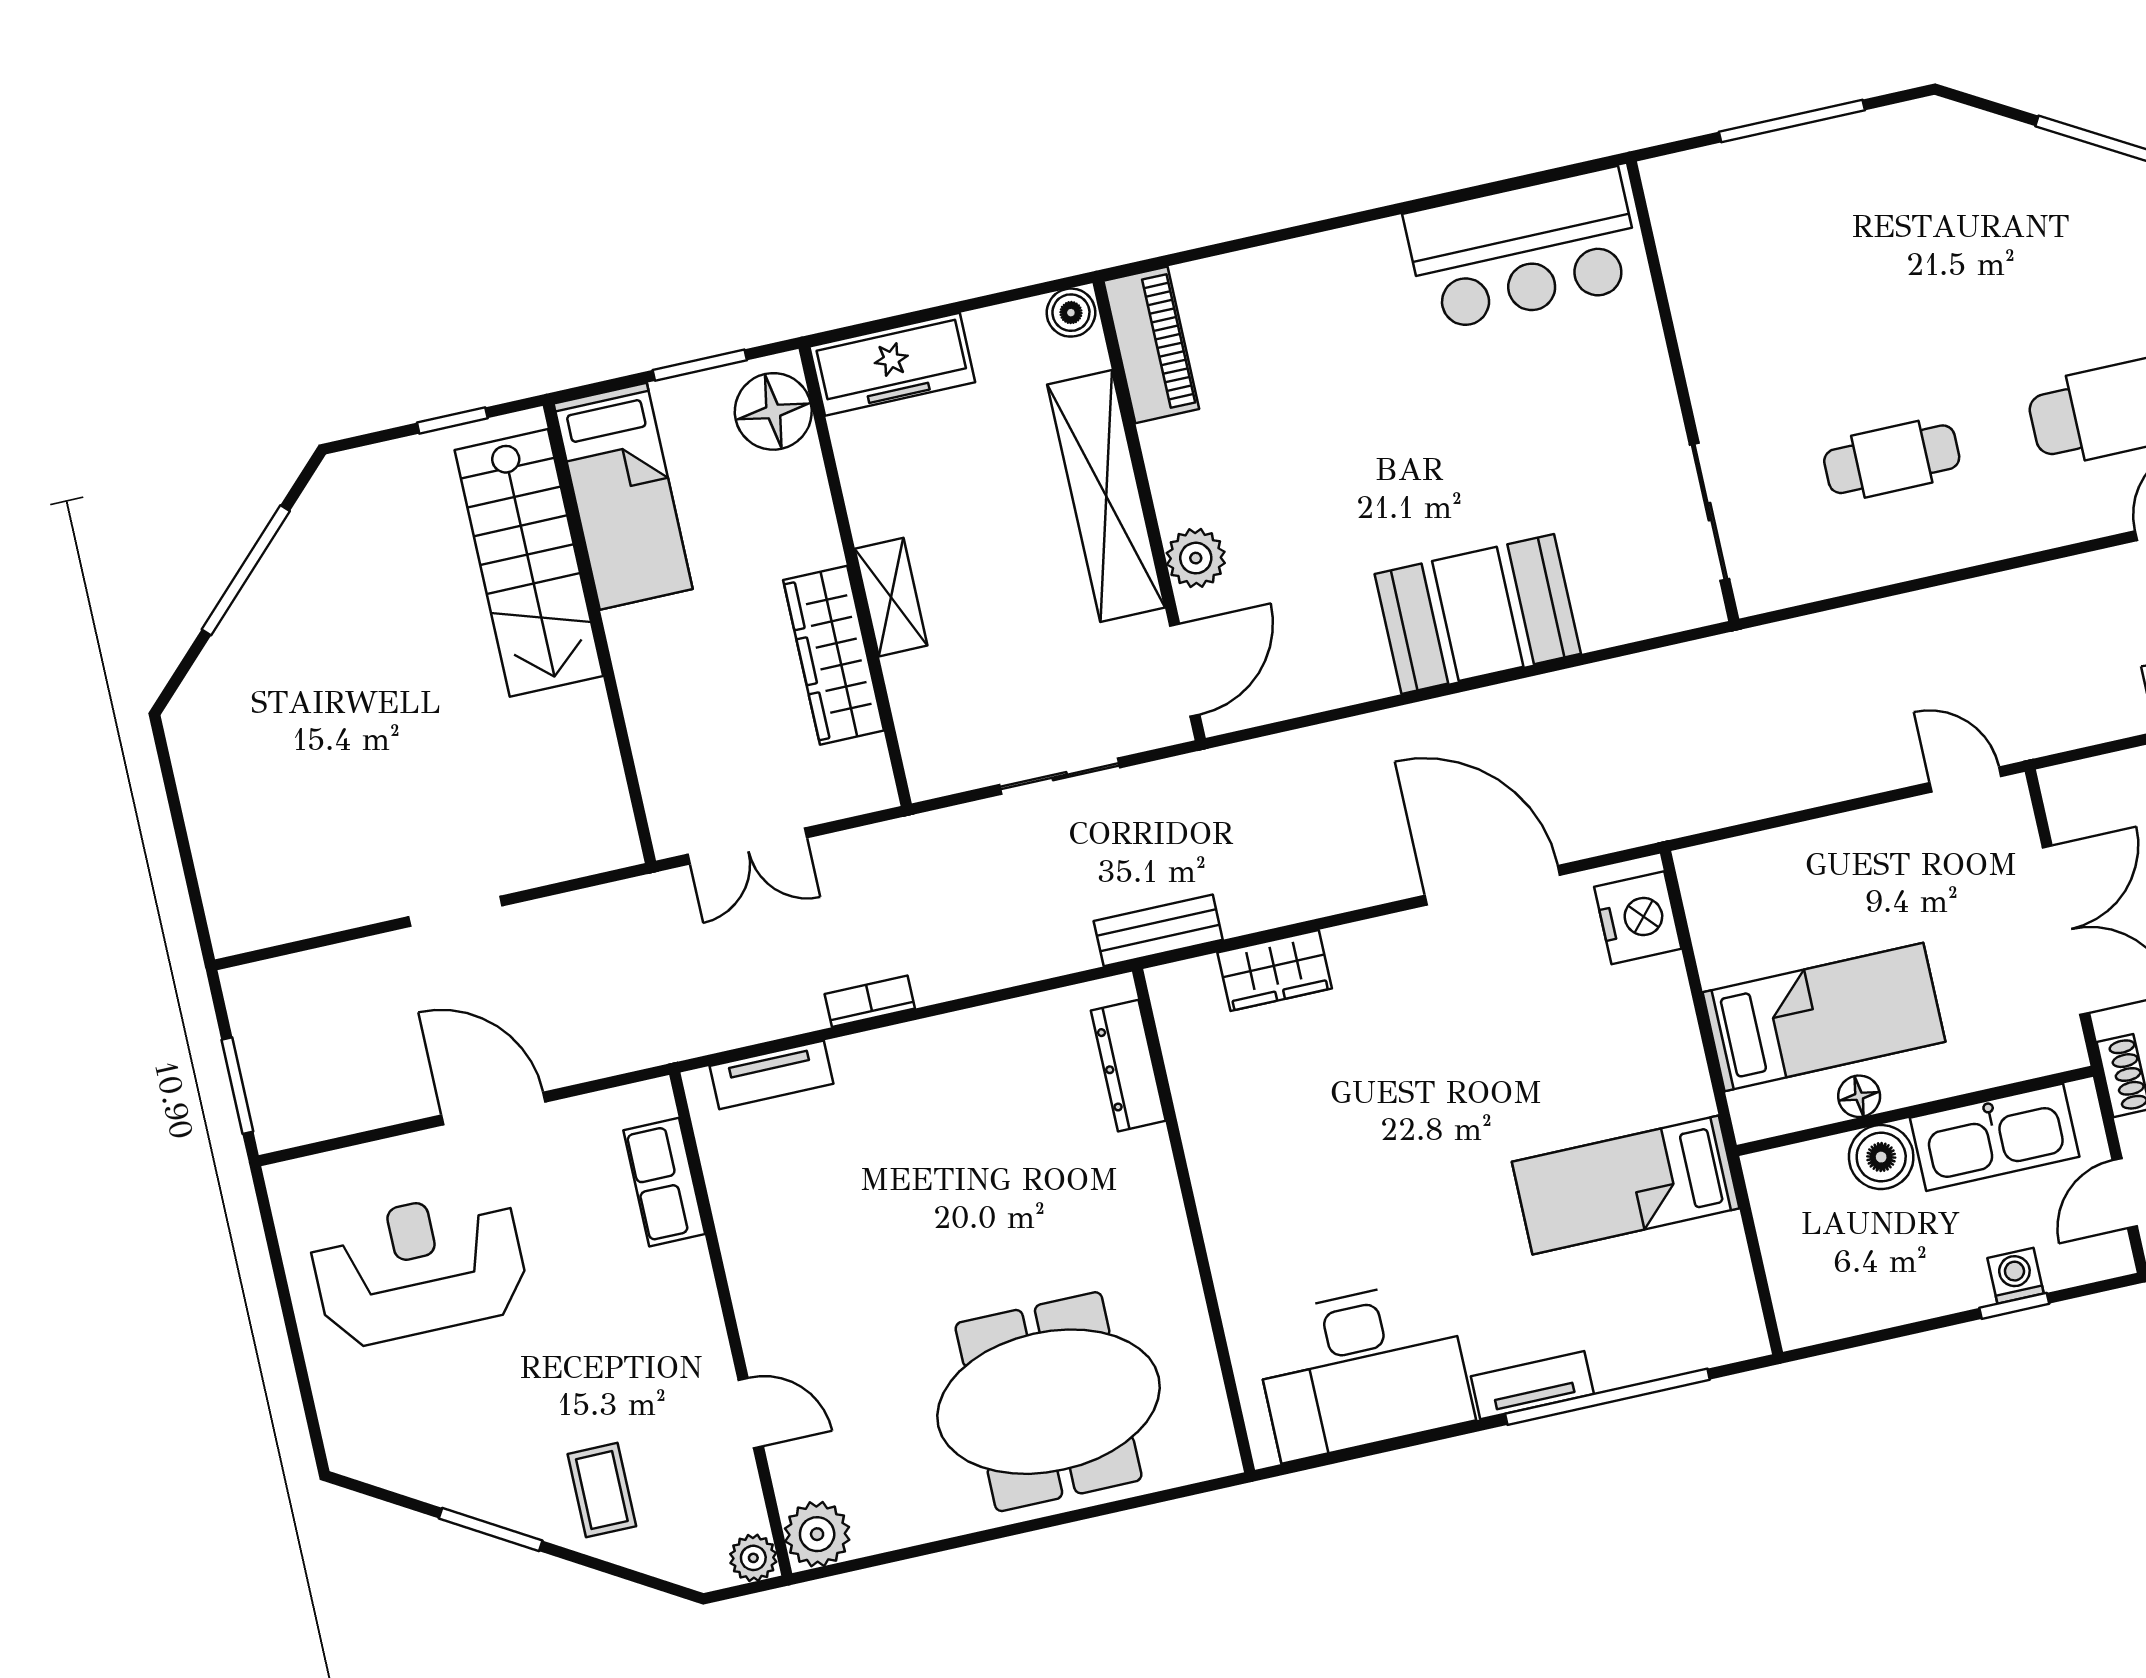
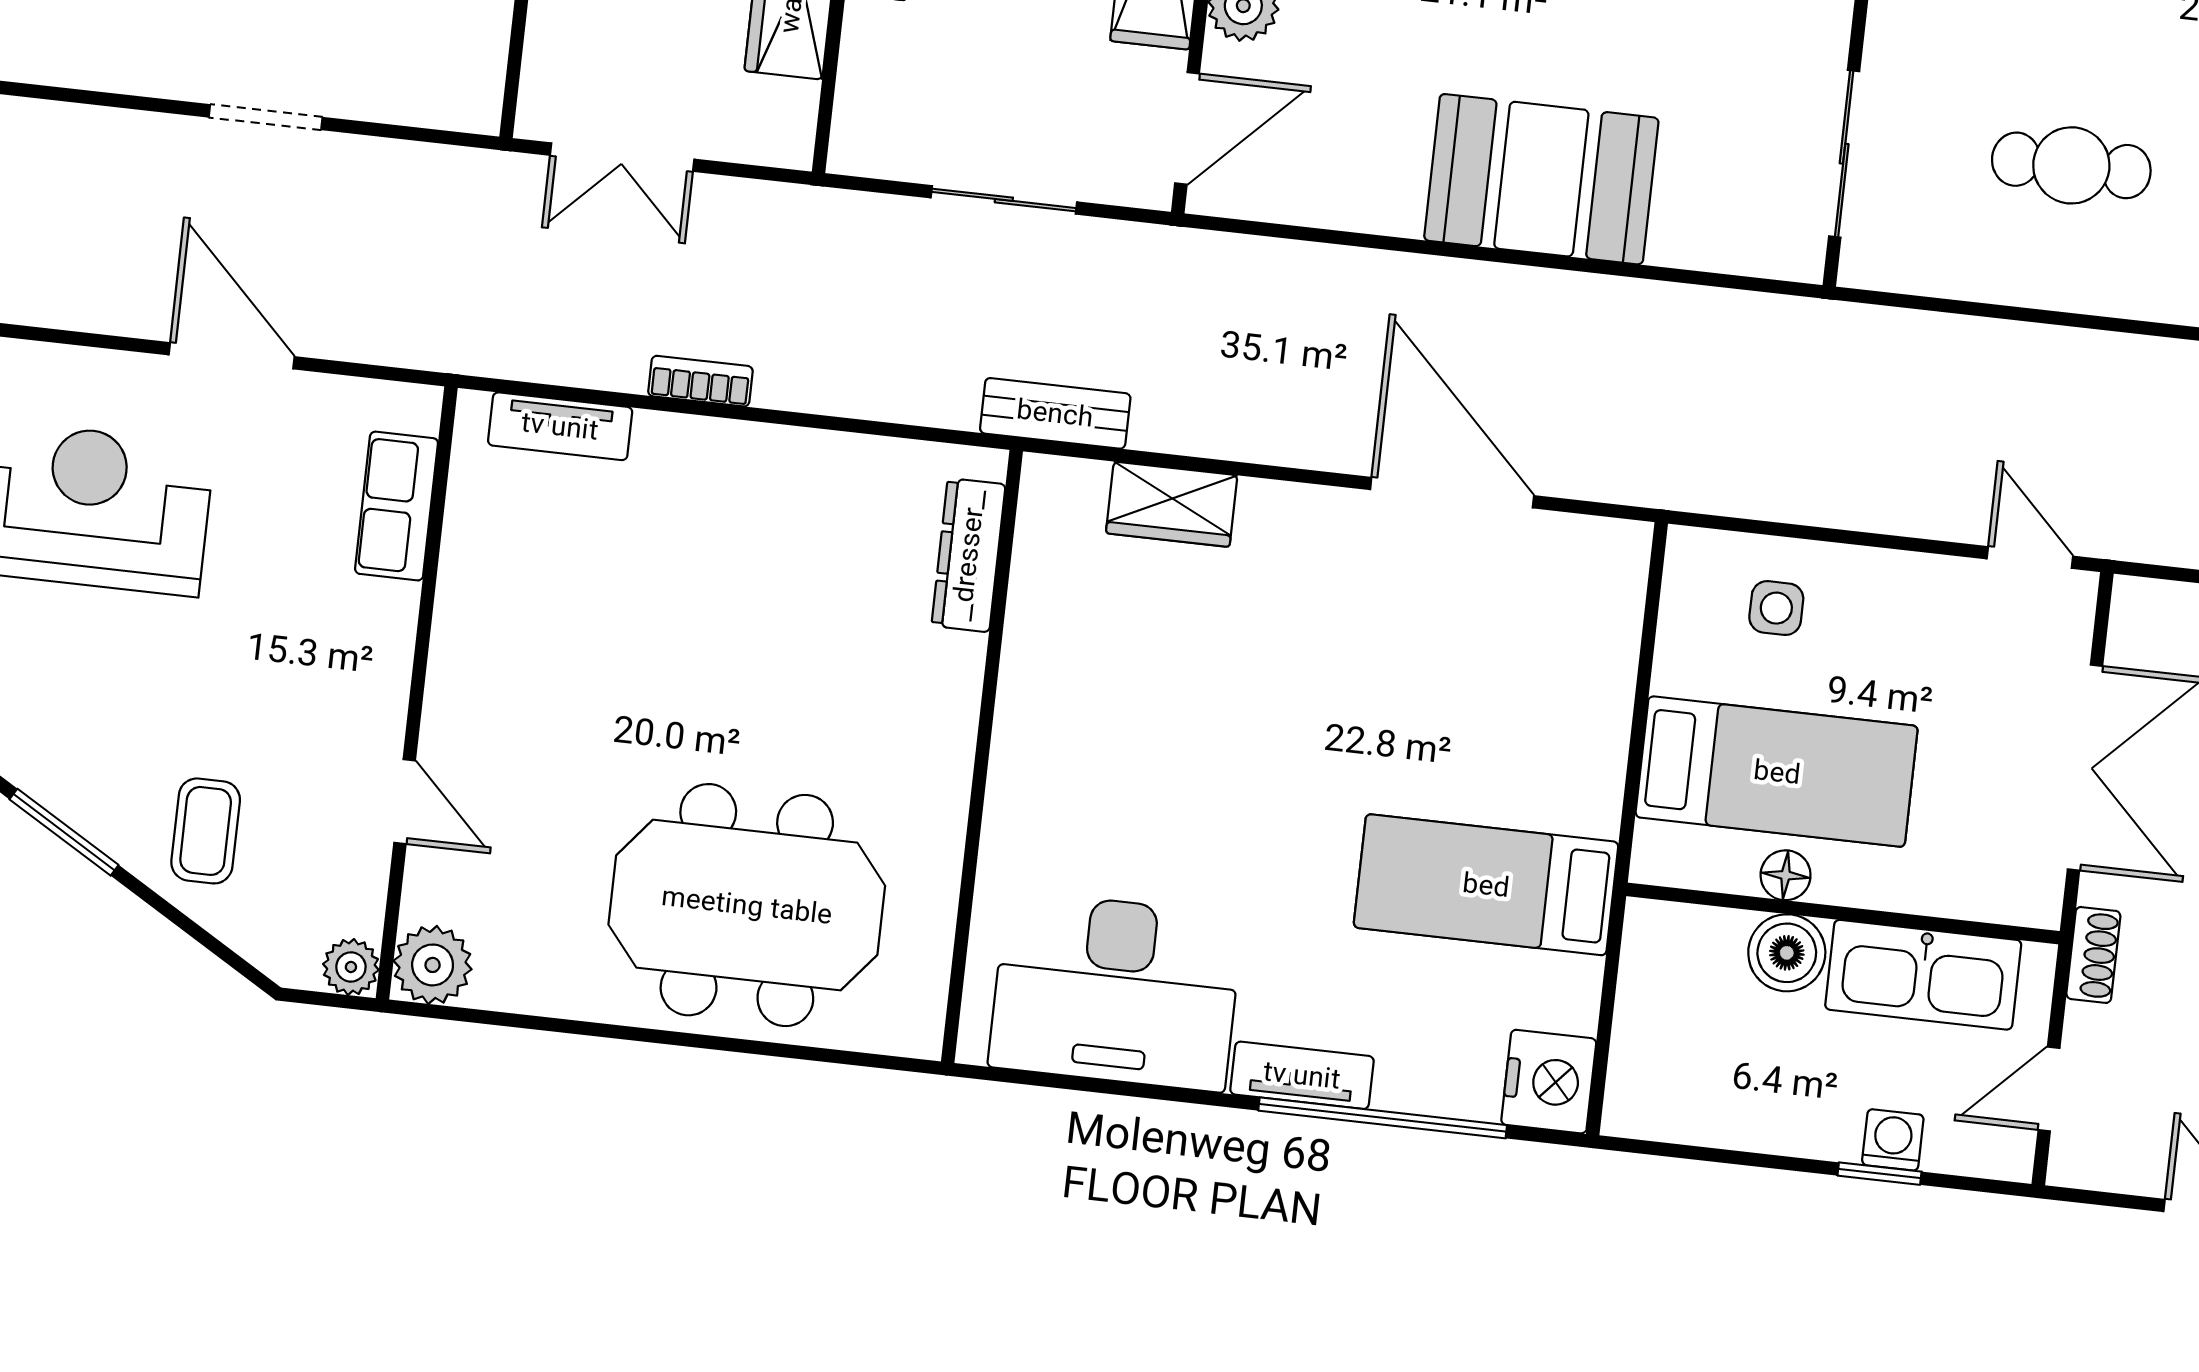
side table: (1779, 888) -> (1776, 608), added
nightstand: (1638, 918) -> (1549, 1082), moved

